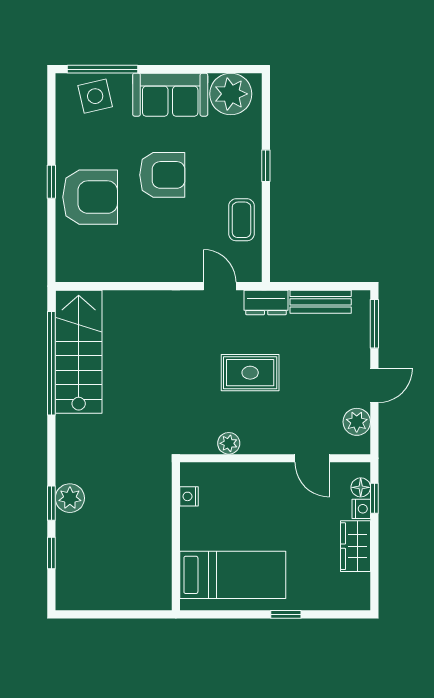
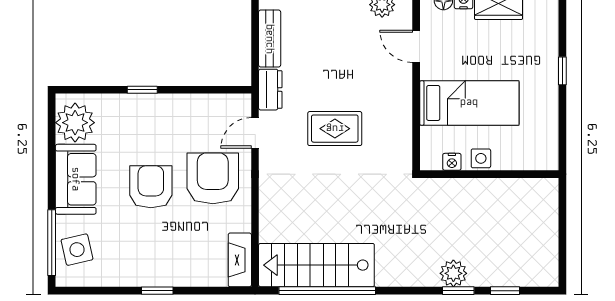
armchair: (90, 197) -> (213, 178), moved
coffee table: (242, 220) -> (193, 113), removed
fireplace: (84, 270) -> (240, 260), added
rug: (250, 373) -> (335, 129), moved, turned 90
plant: (229, 443) -> (402, 124), removed
door: (312, 458) -> (416, 46), swing flipped
side table: (193, 527) -> (481, 158), added
bed: (233, 575) -> (469, 103), moved, turned 90

